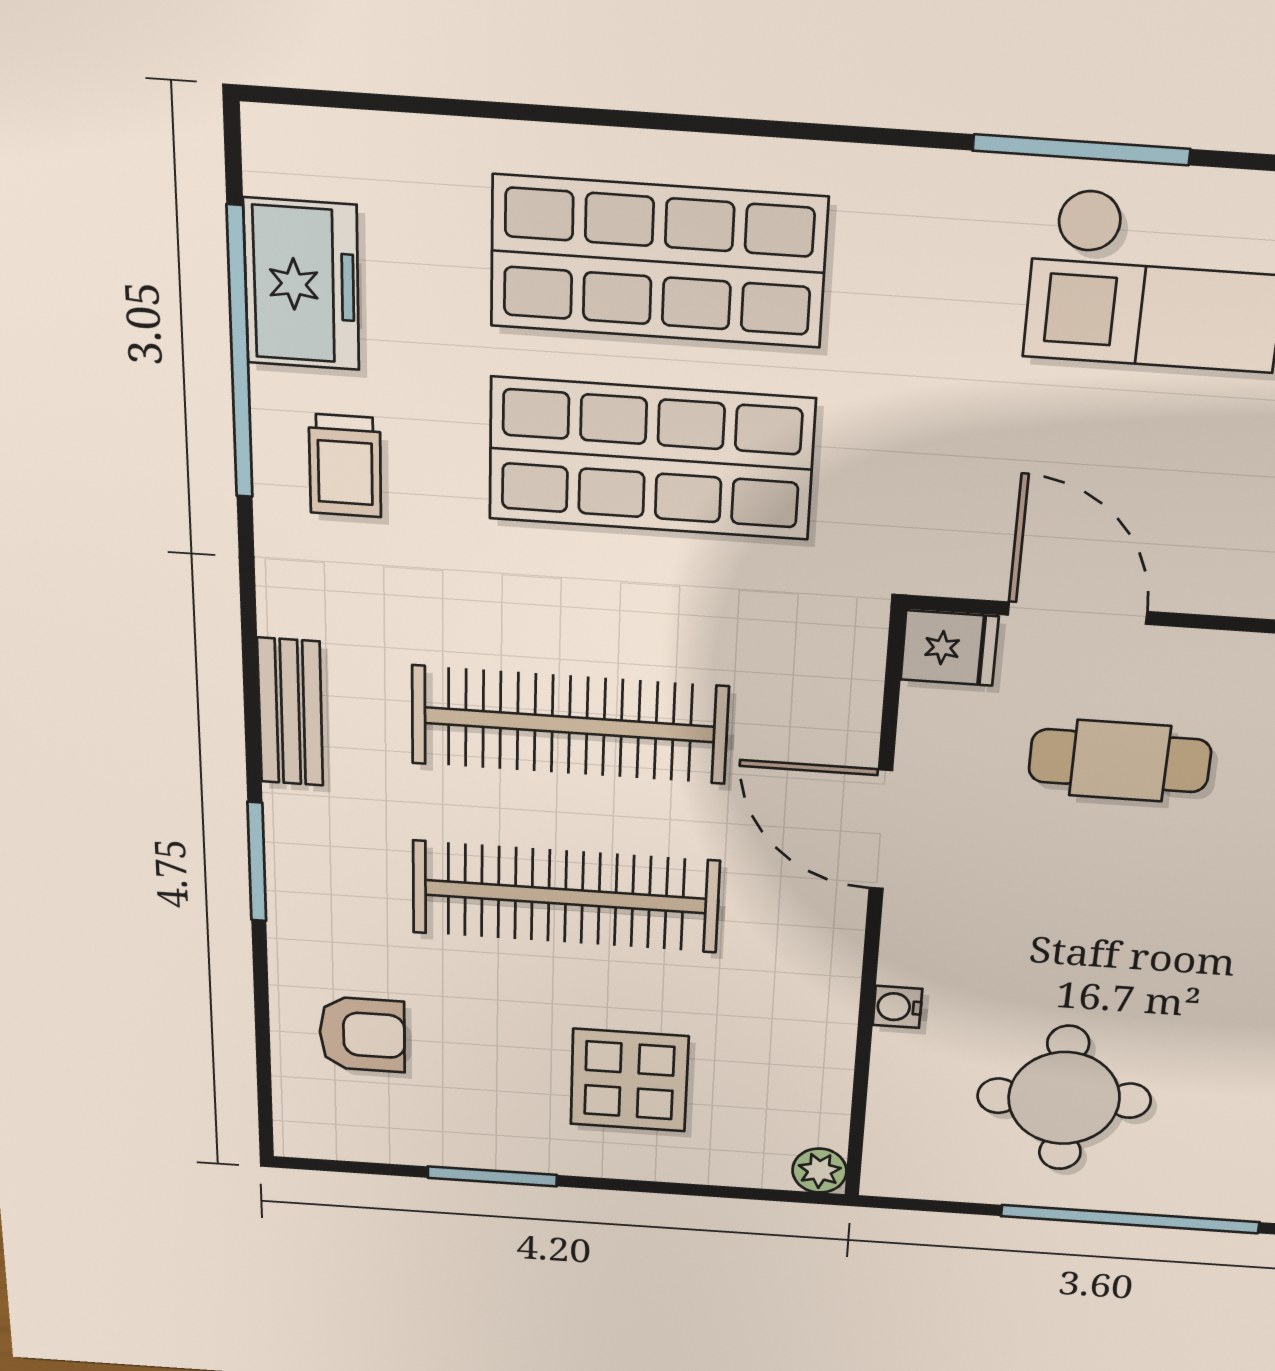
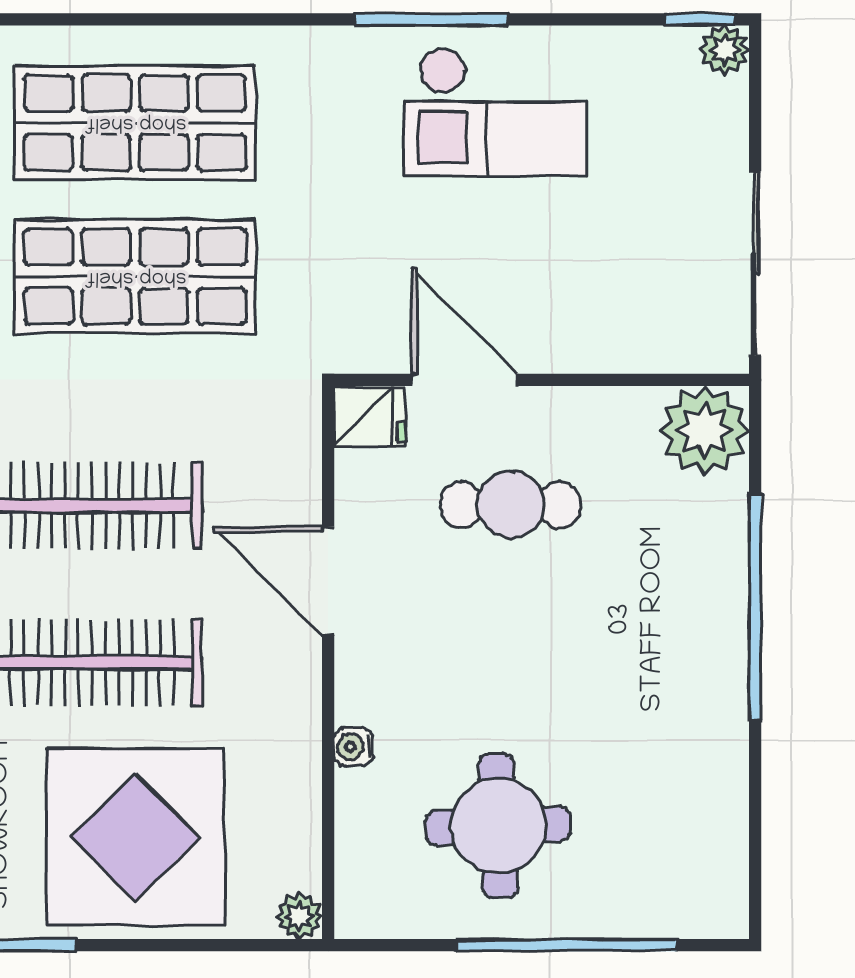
display table: (629, 1080) -> (135, 837), width x1.86, depth x1.86

